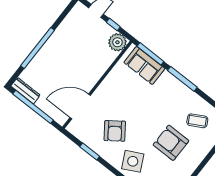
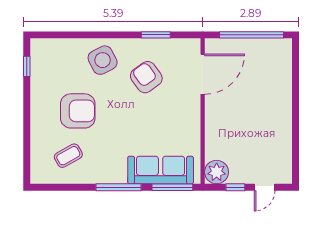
window: (38, 48) -> (295, 100), removed
sofa: (144, 65) -> (161, 170), width x1.36
dresser: (26, 91) -> (273, 46), removed

